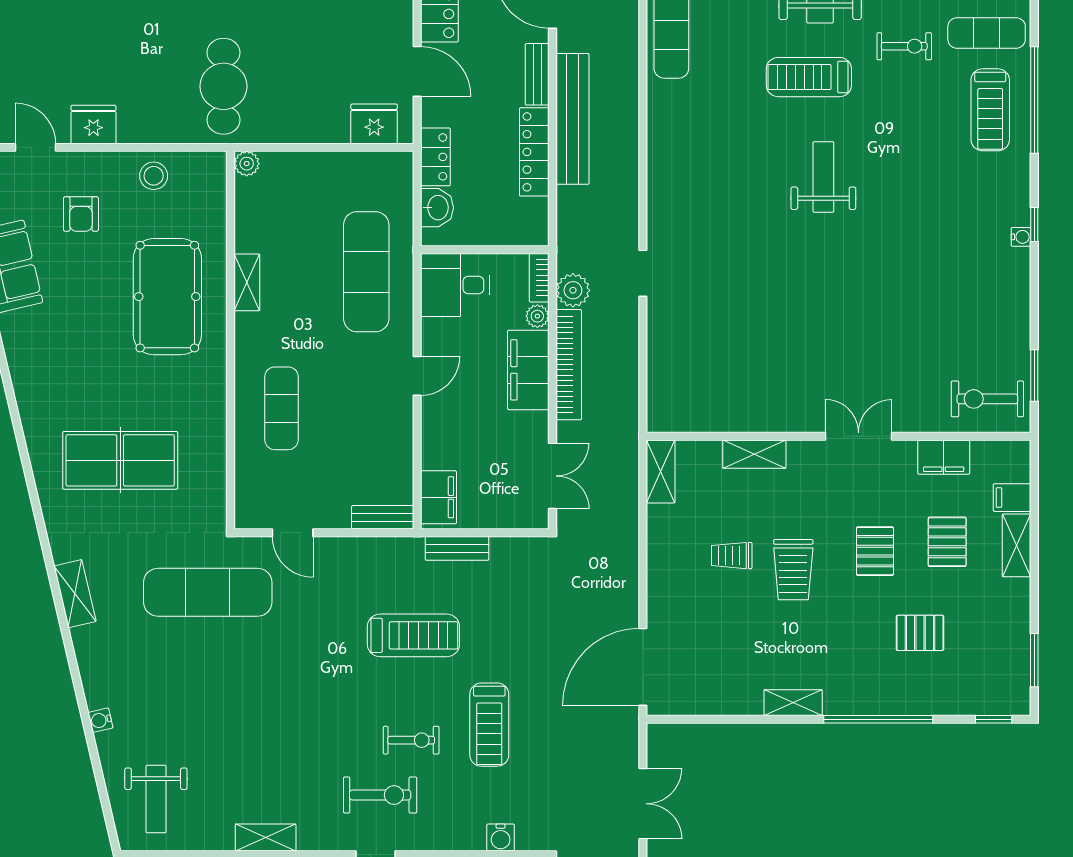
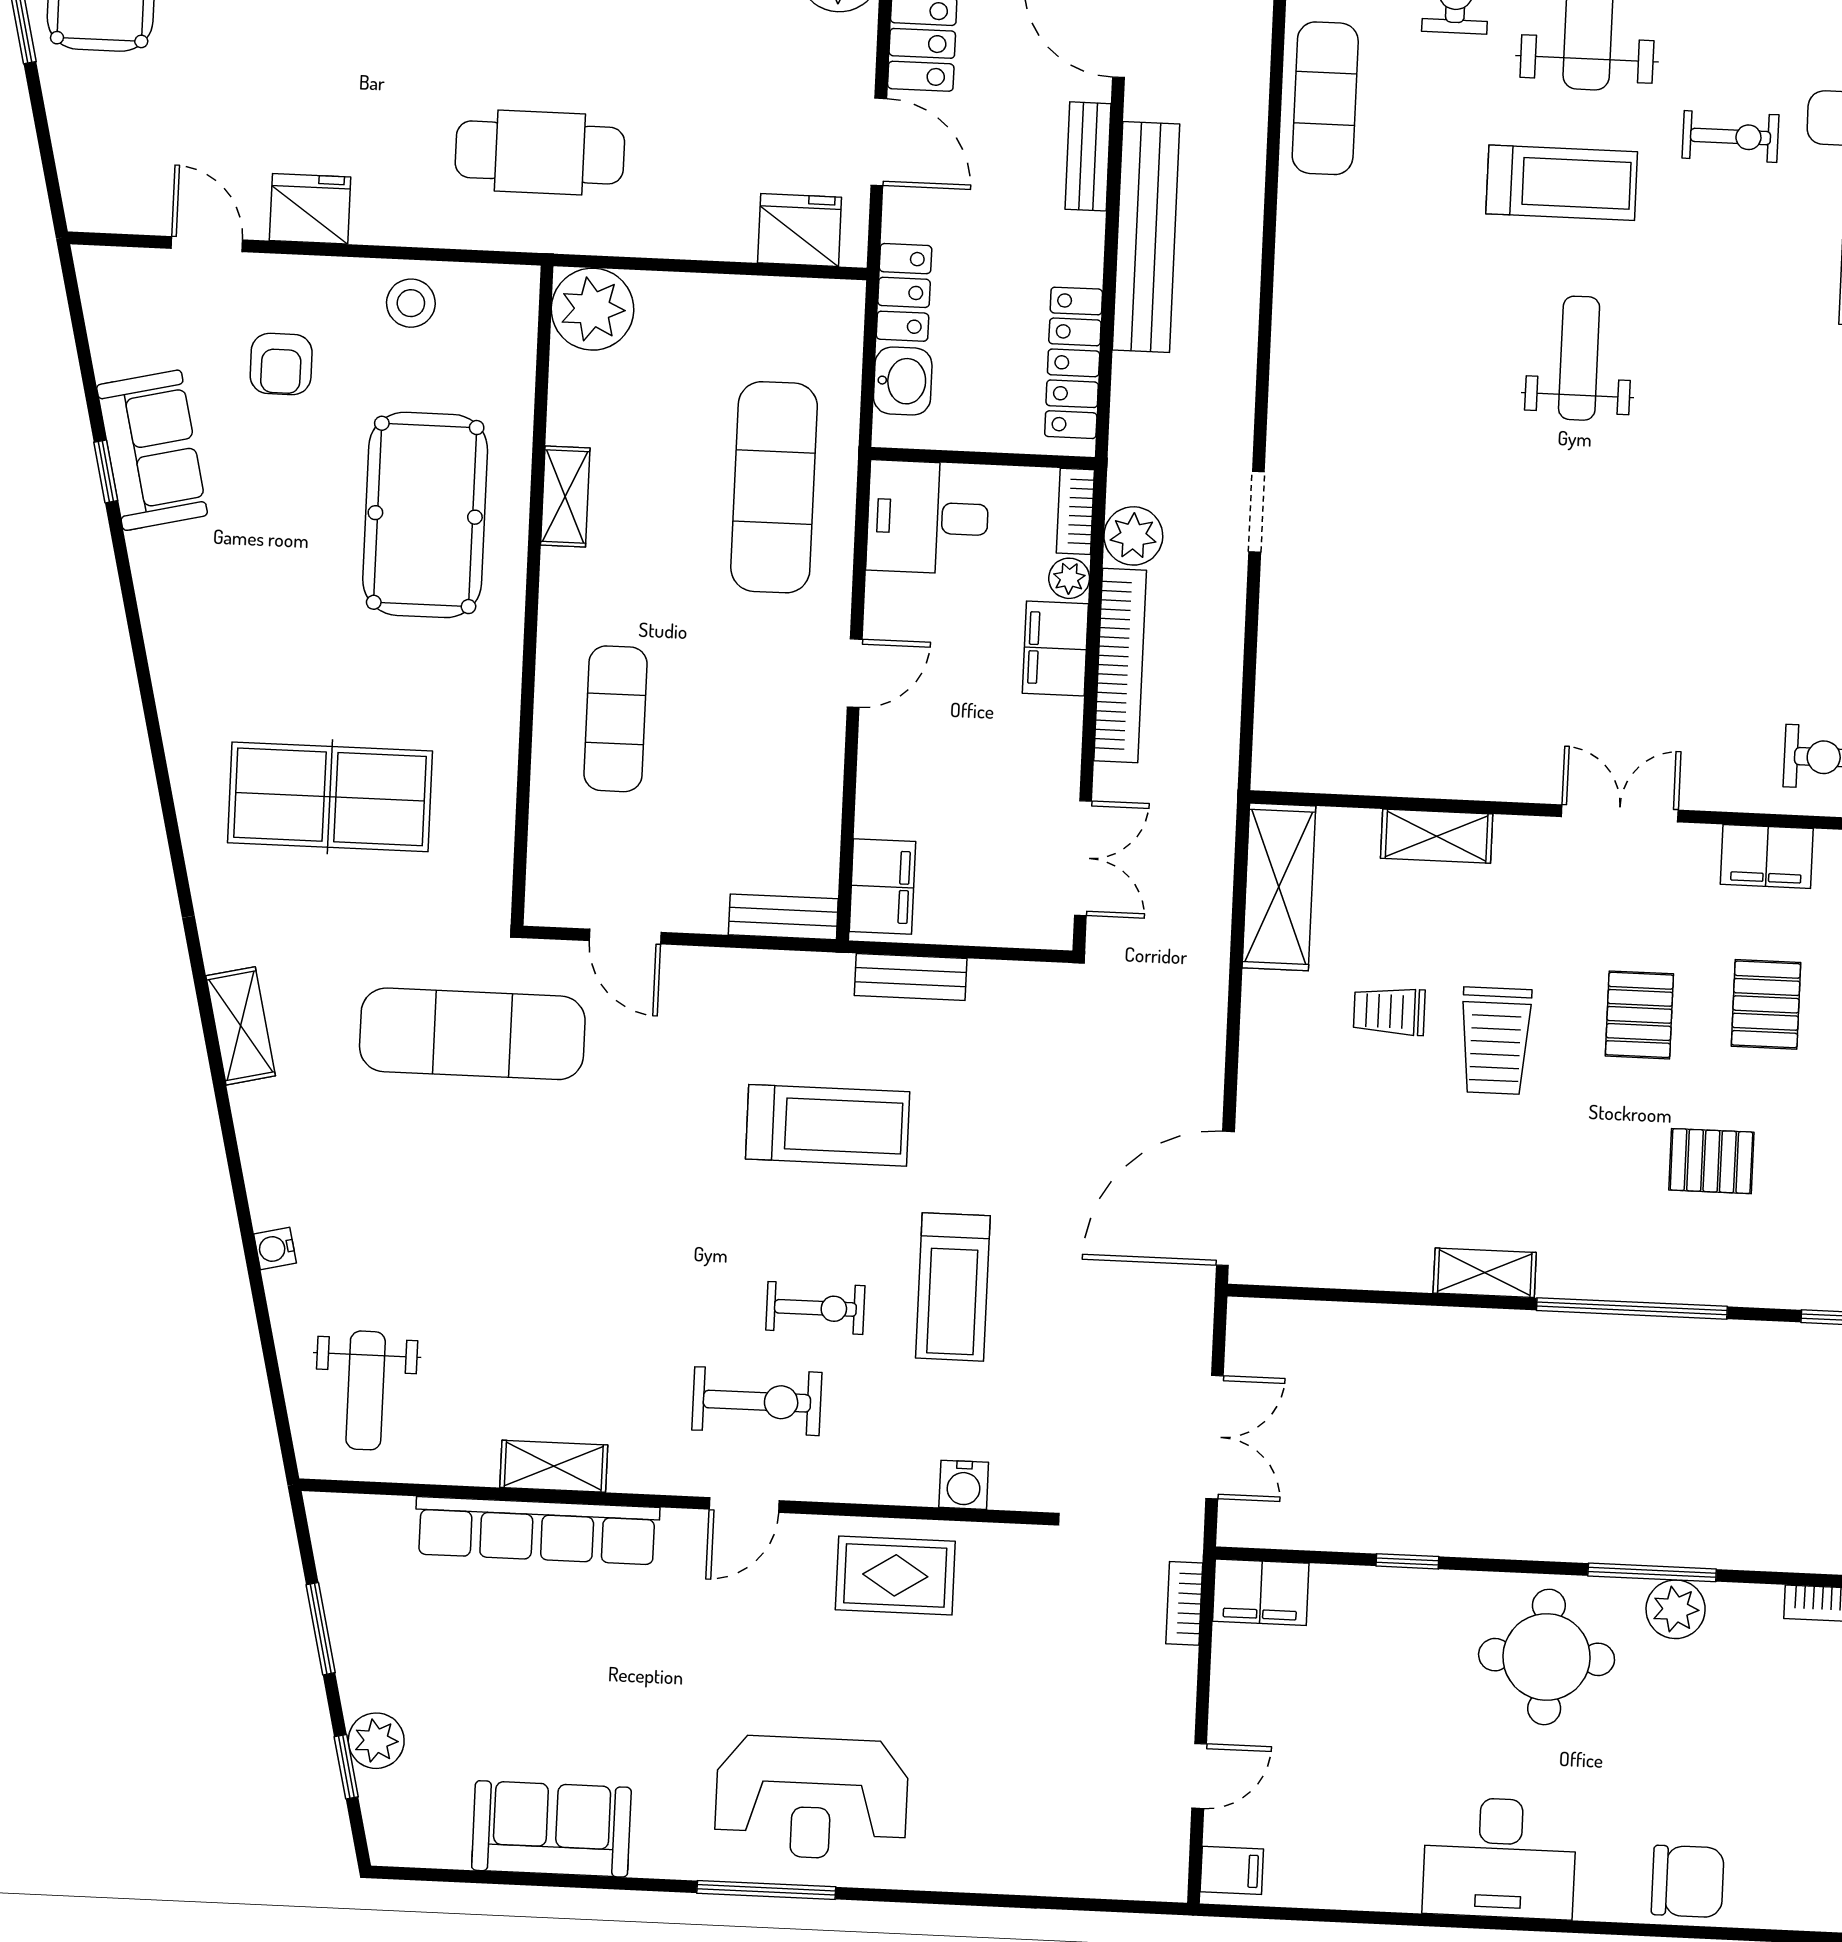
treadmill: (809, 77) -> (1562, 183), turned 180
cafe table: (224, 86) -> (540, 152), turned 90
locker: (534, 152) -> (1074, 363), moved
plant: (247, 164) -> (593, 309), width x1.88, depth x1.88
filing cabinet: (528, 370) -> (1055, 649), width x0.67, depth x0.86
shelving: (661, 471) -> (1279, 887), width x1.50, depth x1.33

